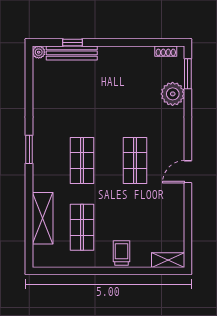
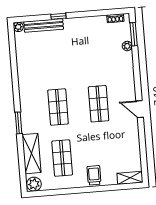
window: (73, 43) -> (58, 16), moved
plant: (173, 94) -> (127, 46), width x0.53, depth x0.53
window: (29, 149) -> (19, 123), moved
door: (188, 172) -> (140, 109), hinge flipped
plant: (43, 258) -> (34, 184), added

